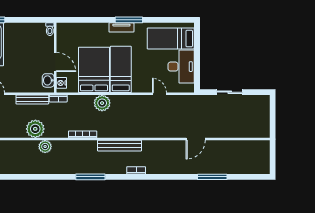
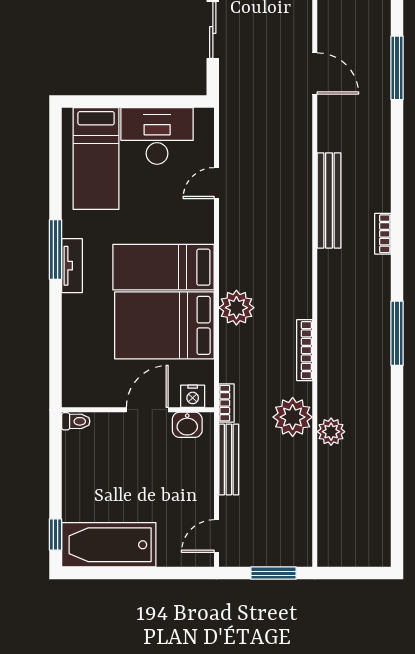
plant: (35, 129) -> (293, 417), moved
door: (196, 139) -> (315, 74), moved
bench: (119, 146) -> (329, 200), moved

